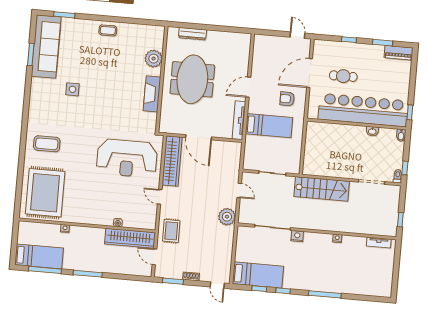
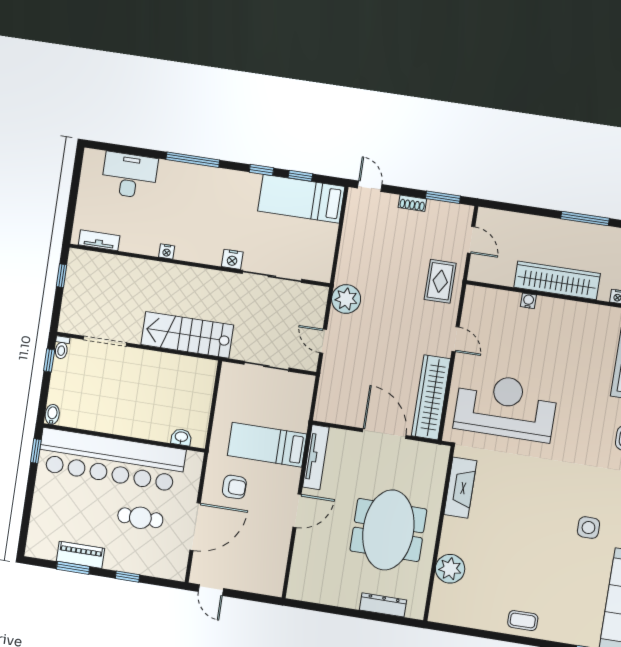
piano: (399, 53) -> (81, 555), moved
fireplace: (152, 94) -> (460, 488), moved
washbasin: (372, 131) -> (181, 437), moved
wardrobe: (130, 238) -> (557, 280), moved
desk: (363, 283) -> (129, 175), added

